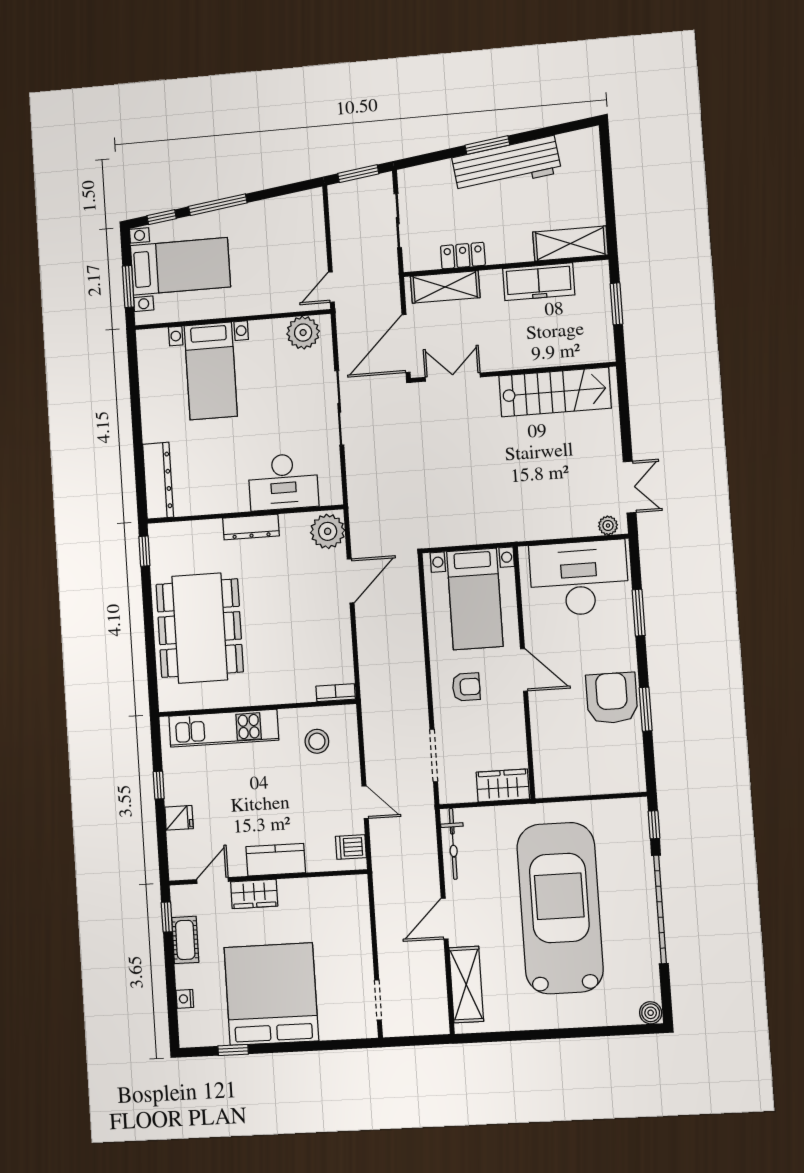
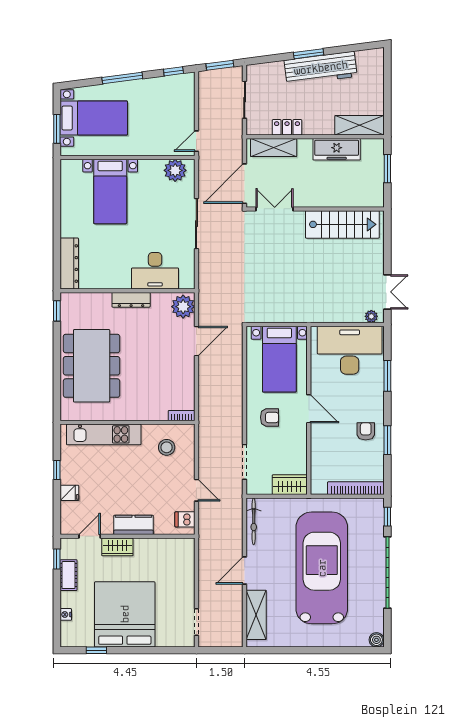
window: (162, 217) -> (173, 71), moved
armchair: (612, 698) -> (366, 431), width x0.53, depth x0.53
bookcase: (603, 785) -> (356, 488), added

